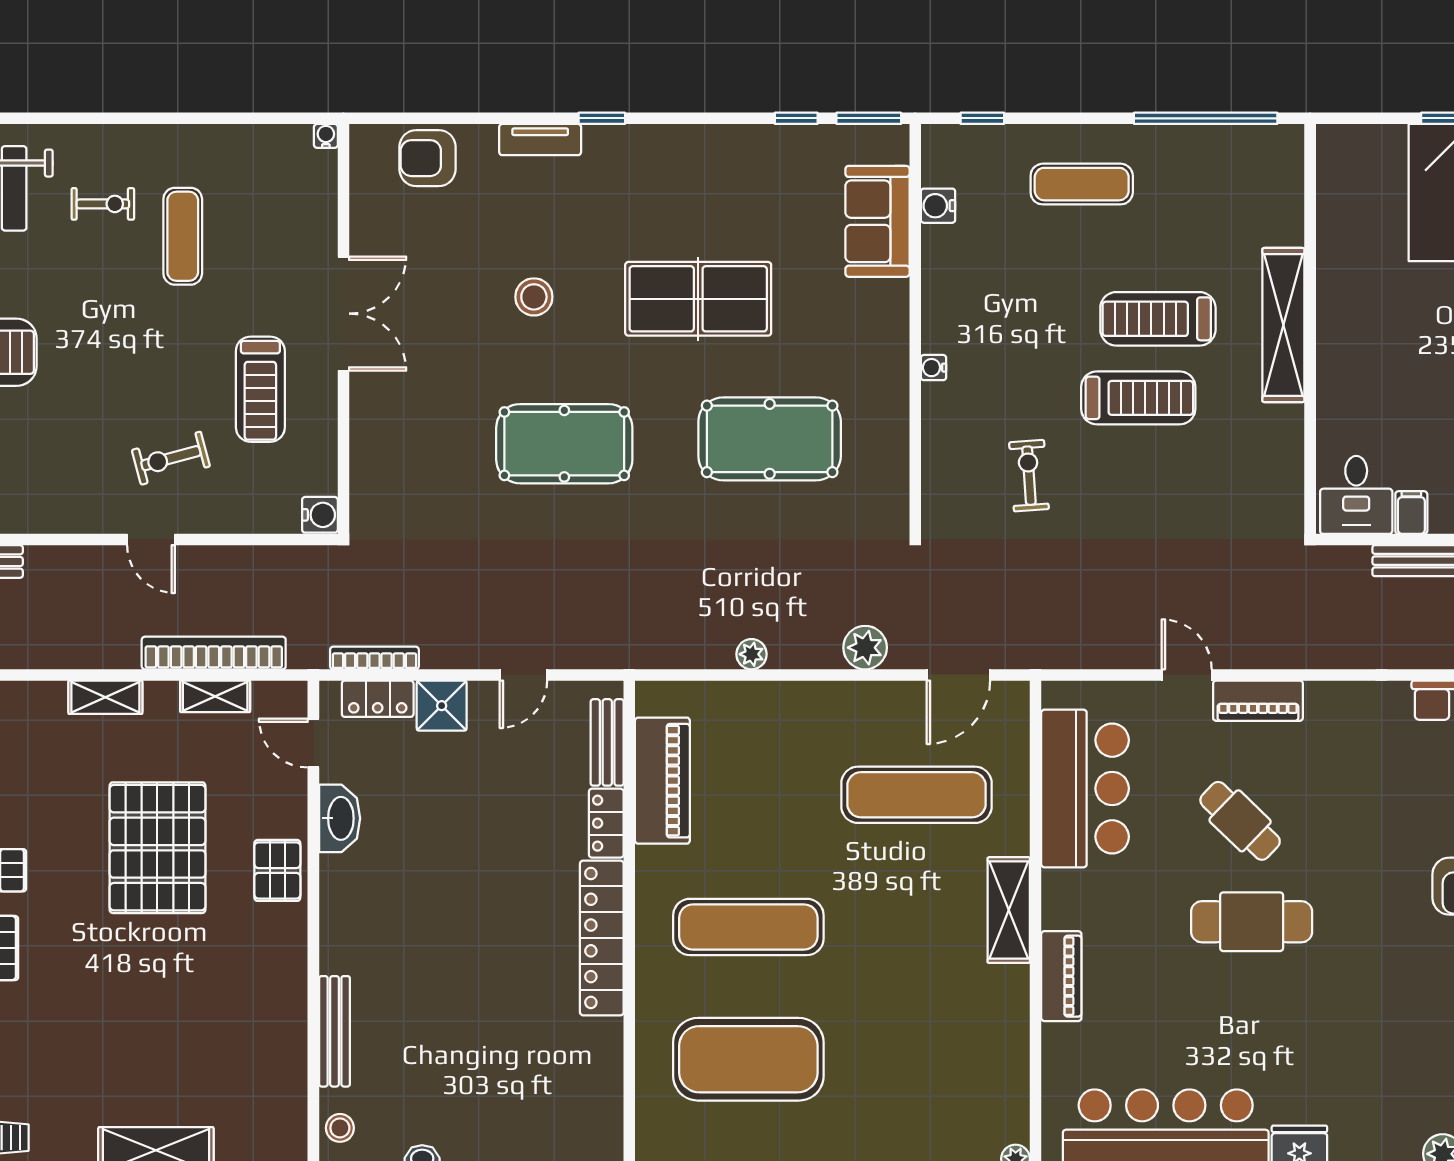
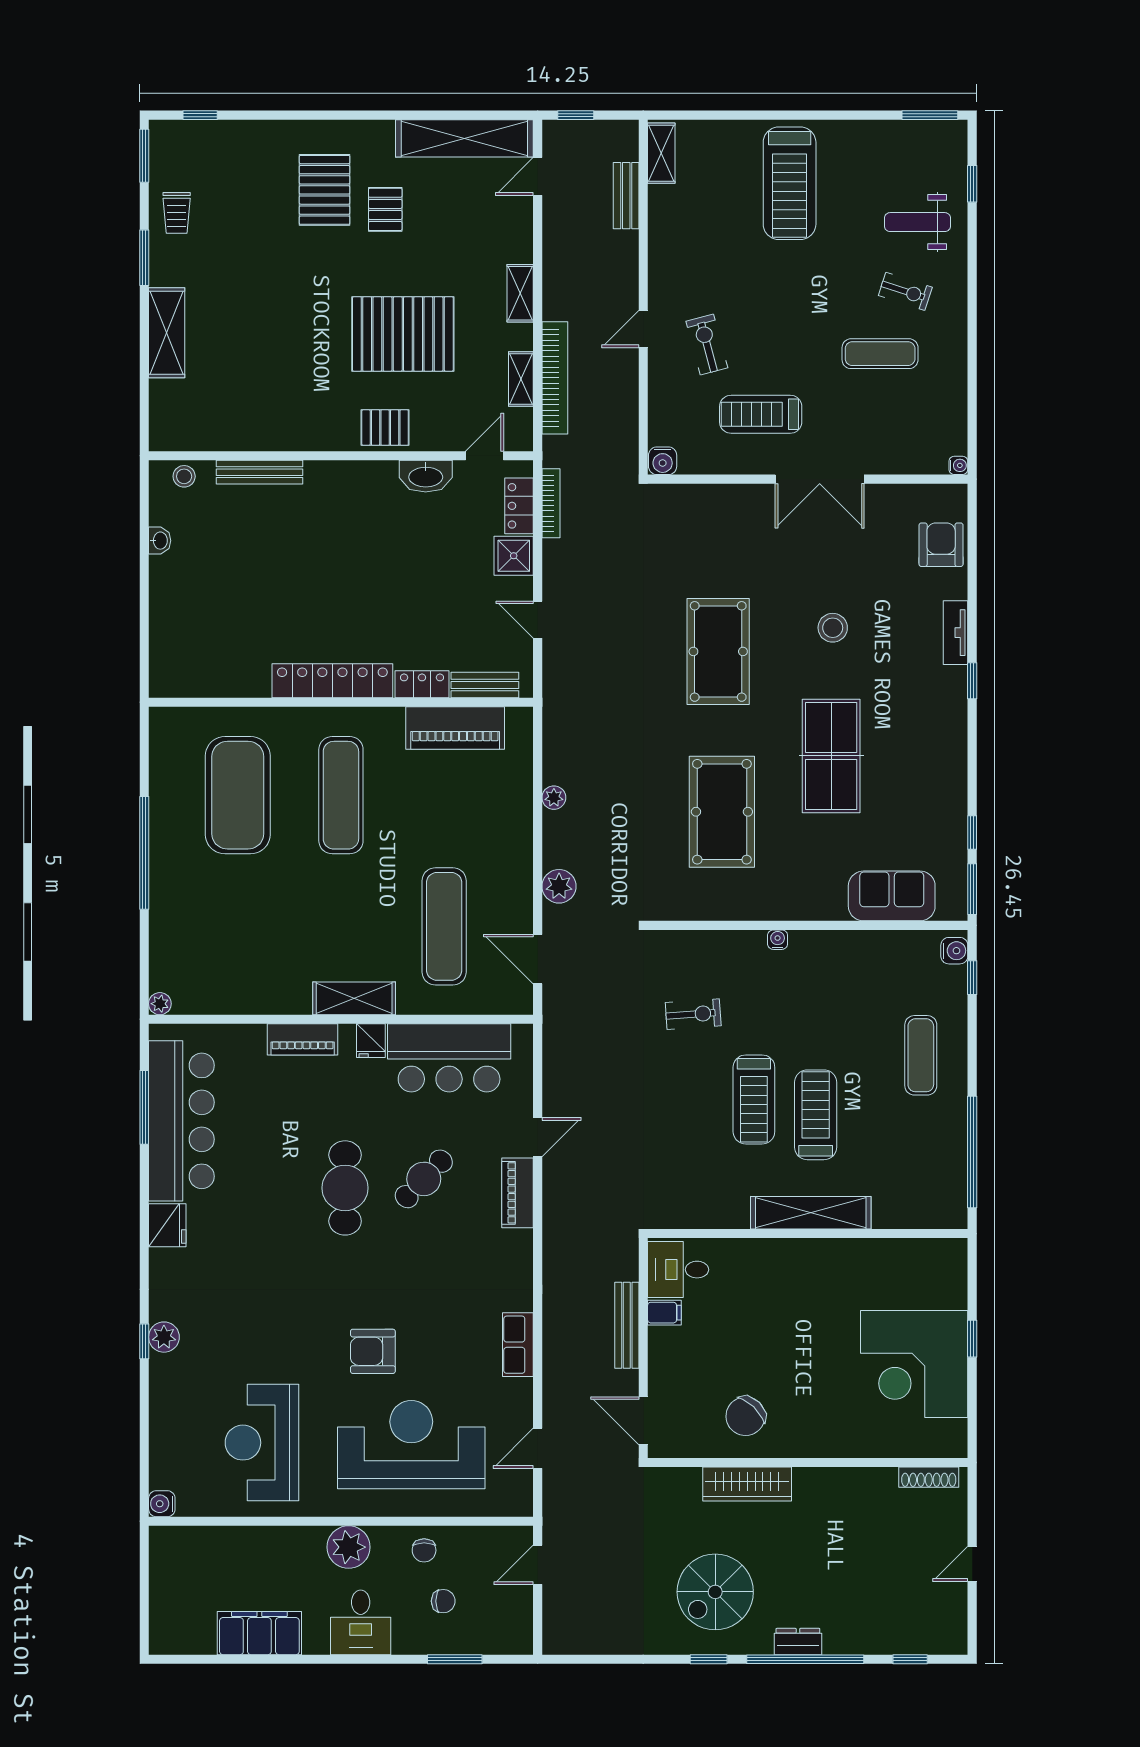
exercise bike: (103, 204) -> (905, 291), turned -72
water cooler: (938, 206) -> (954, 951), moved, turned 90
fridge: (1063, 889) -> (371, 1041), added

